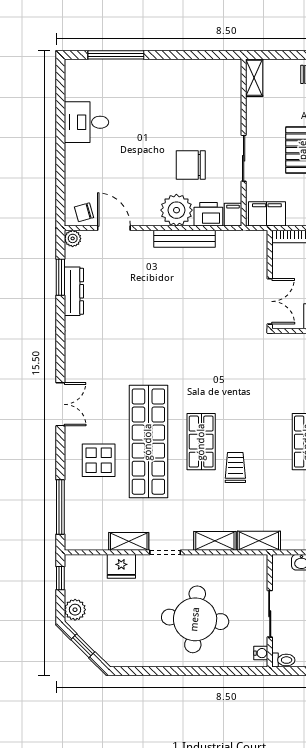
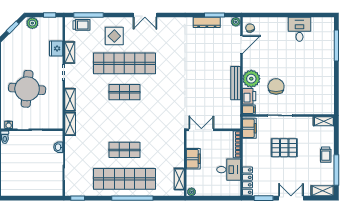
double door: (270, 301) -> (201, 130), swing flipped
trolley: (235, 467) -> (81, 25), moved

